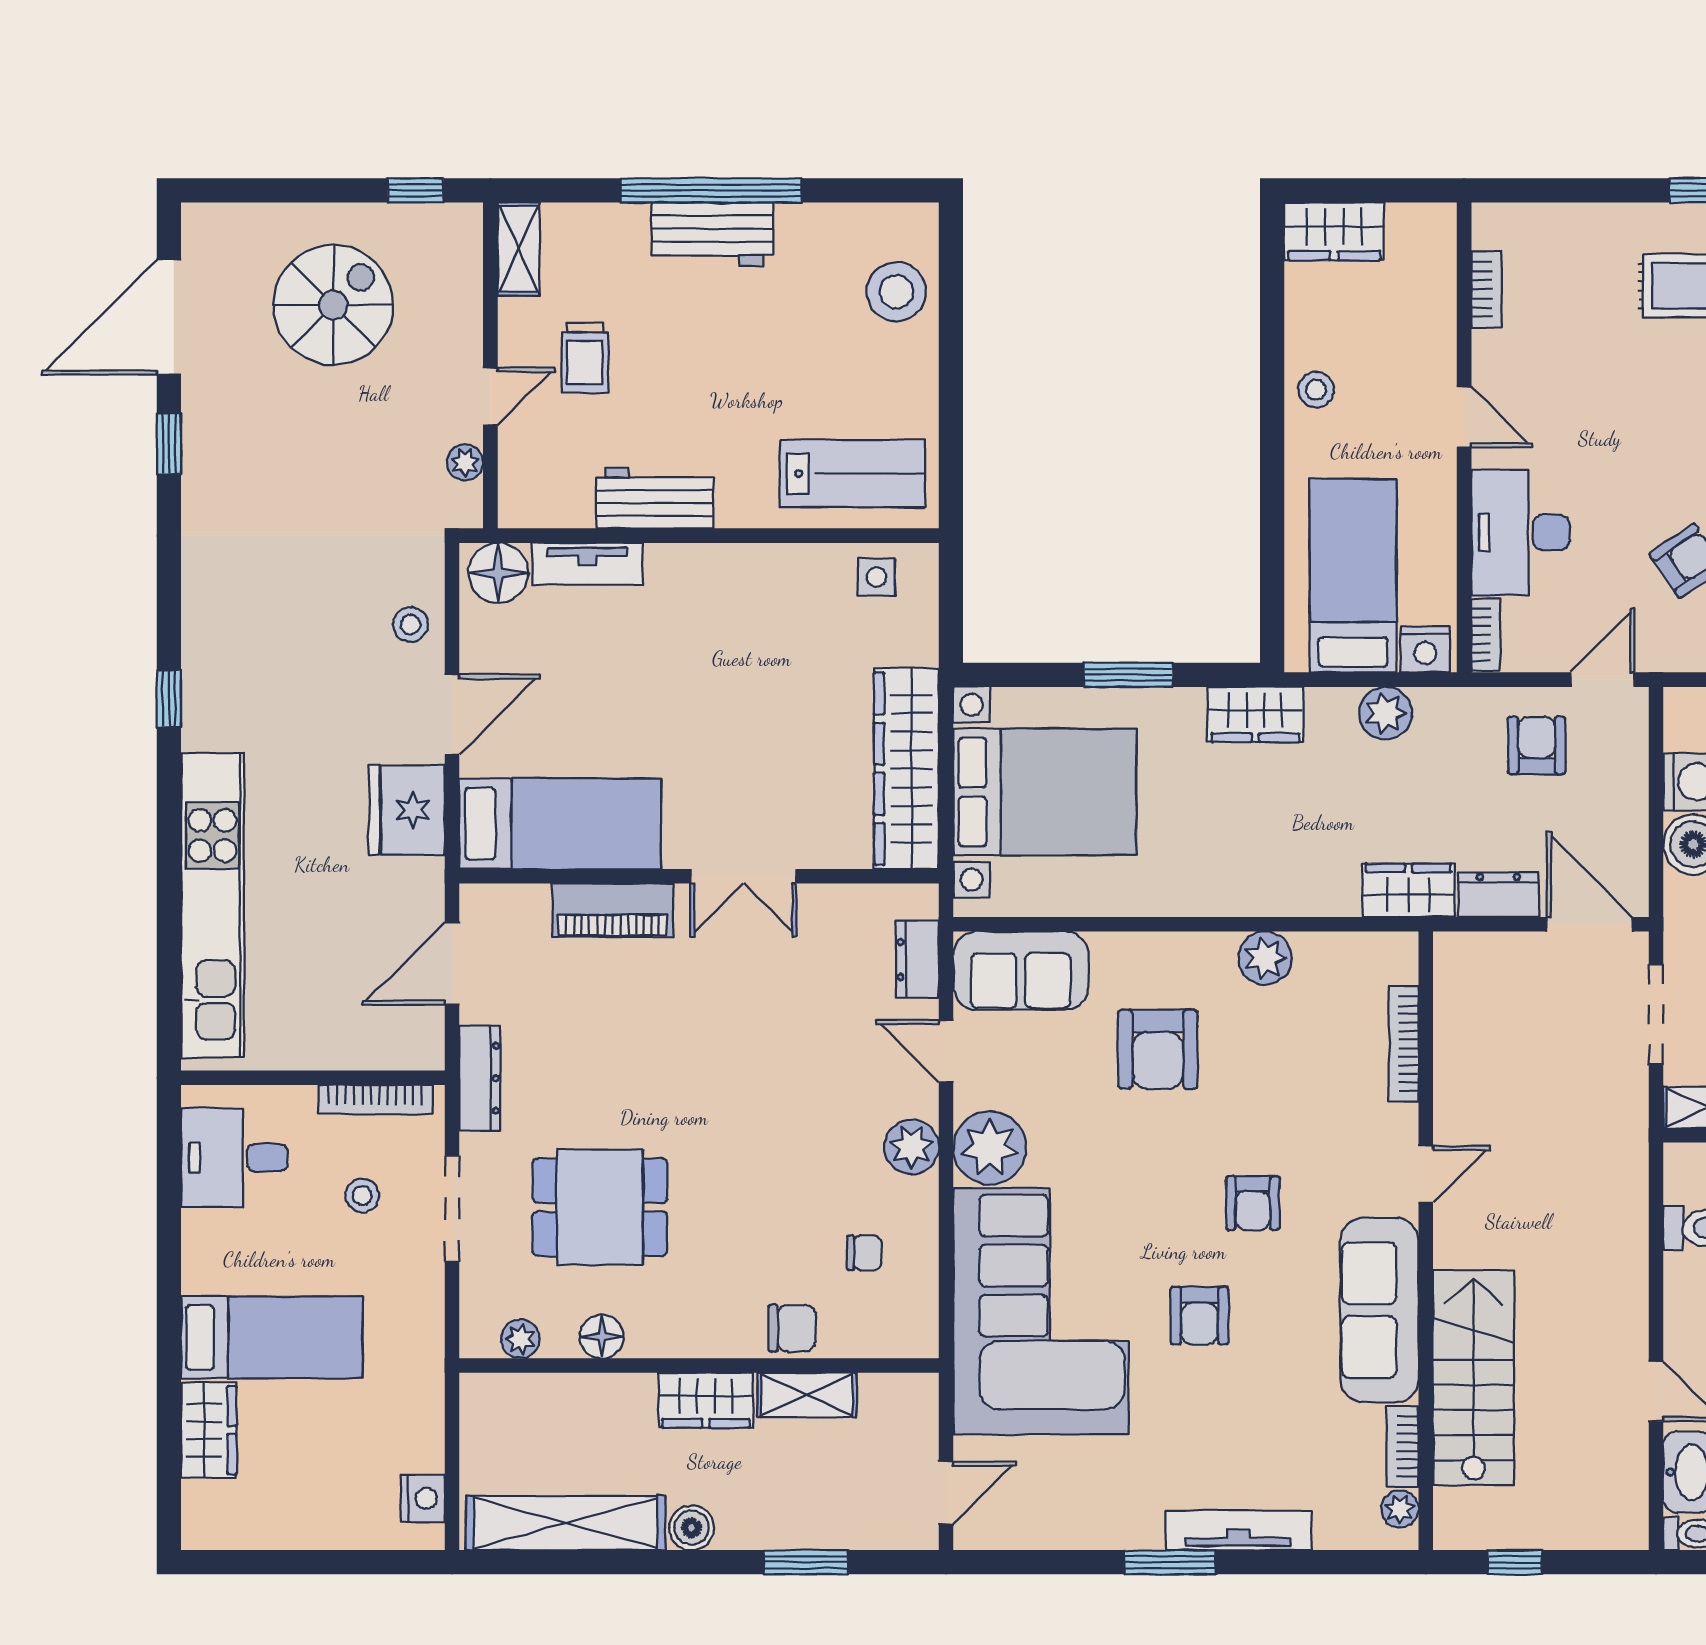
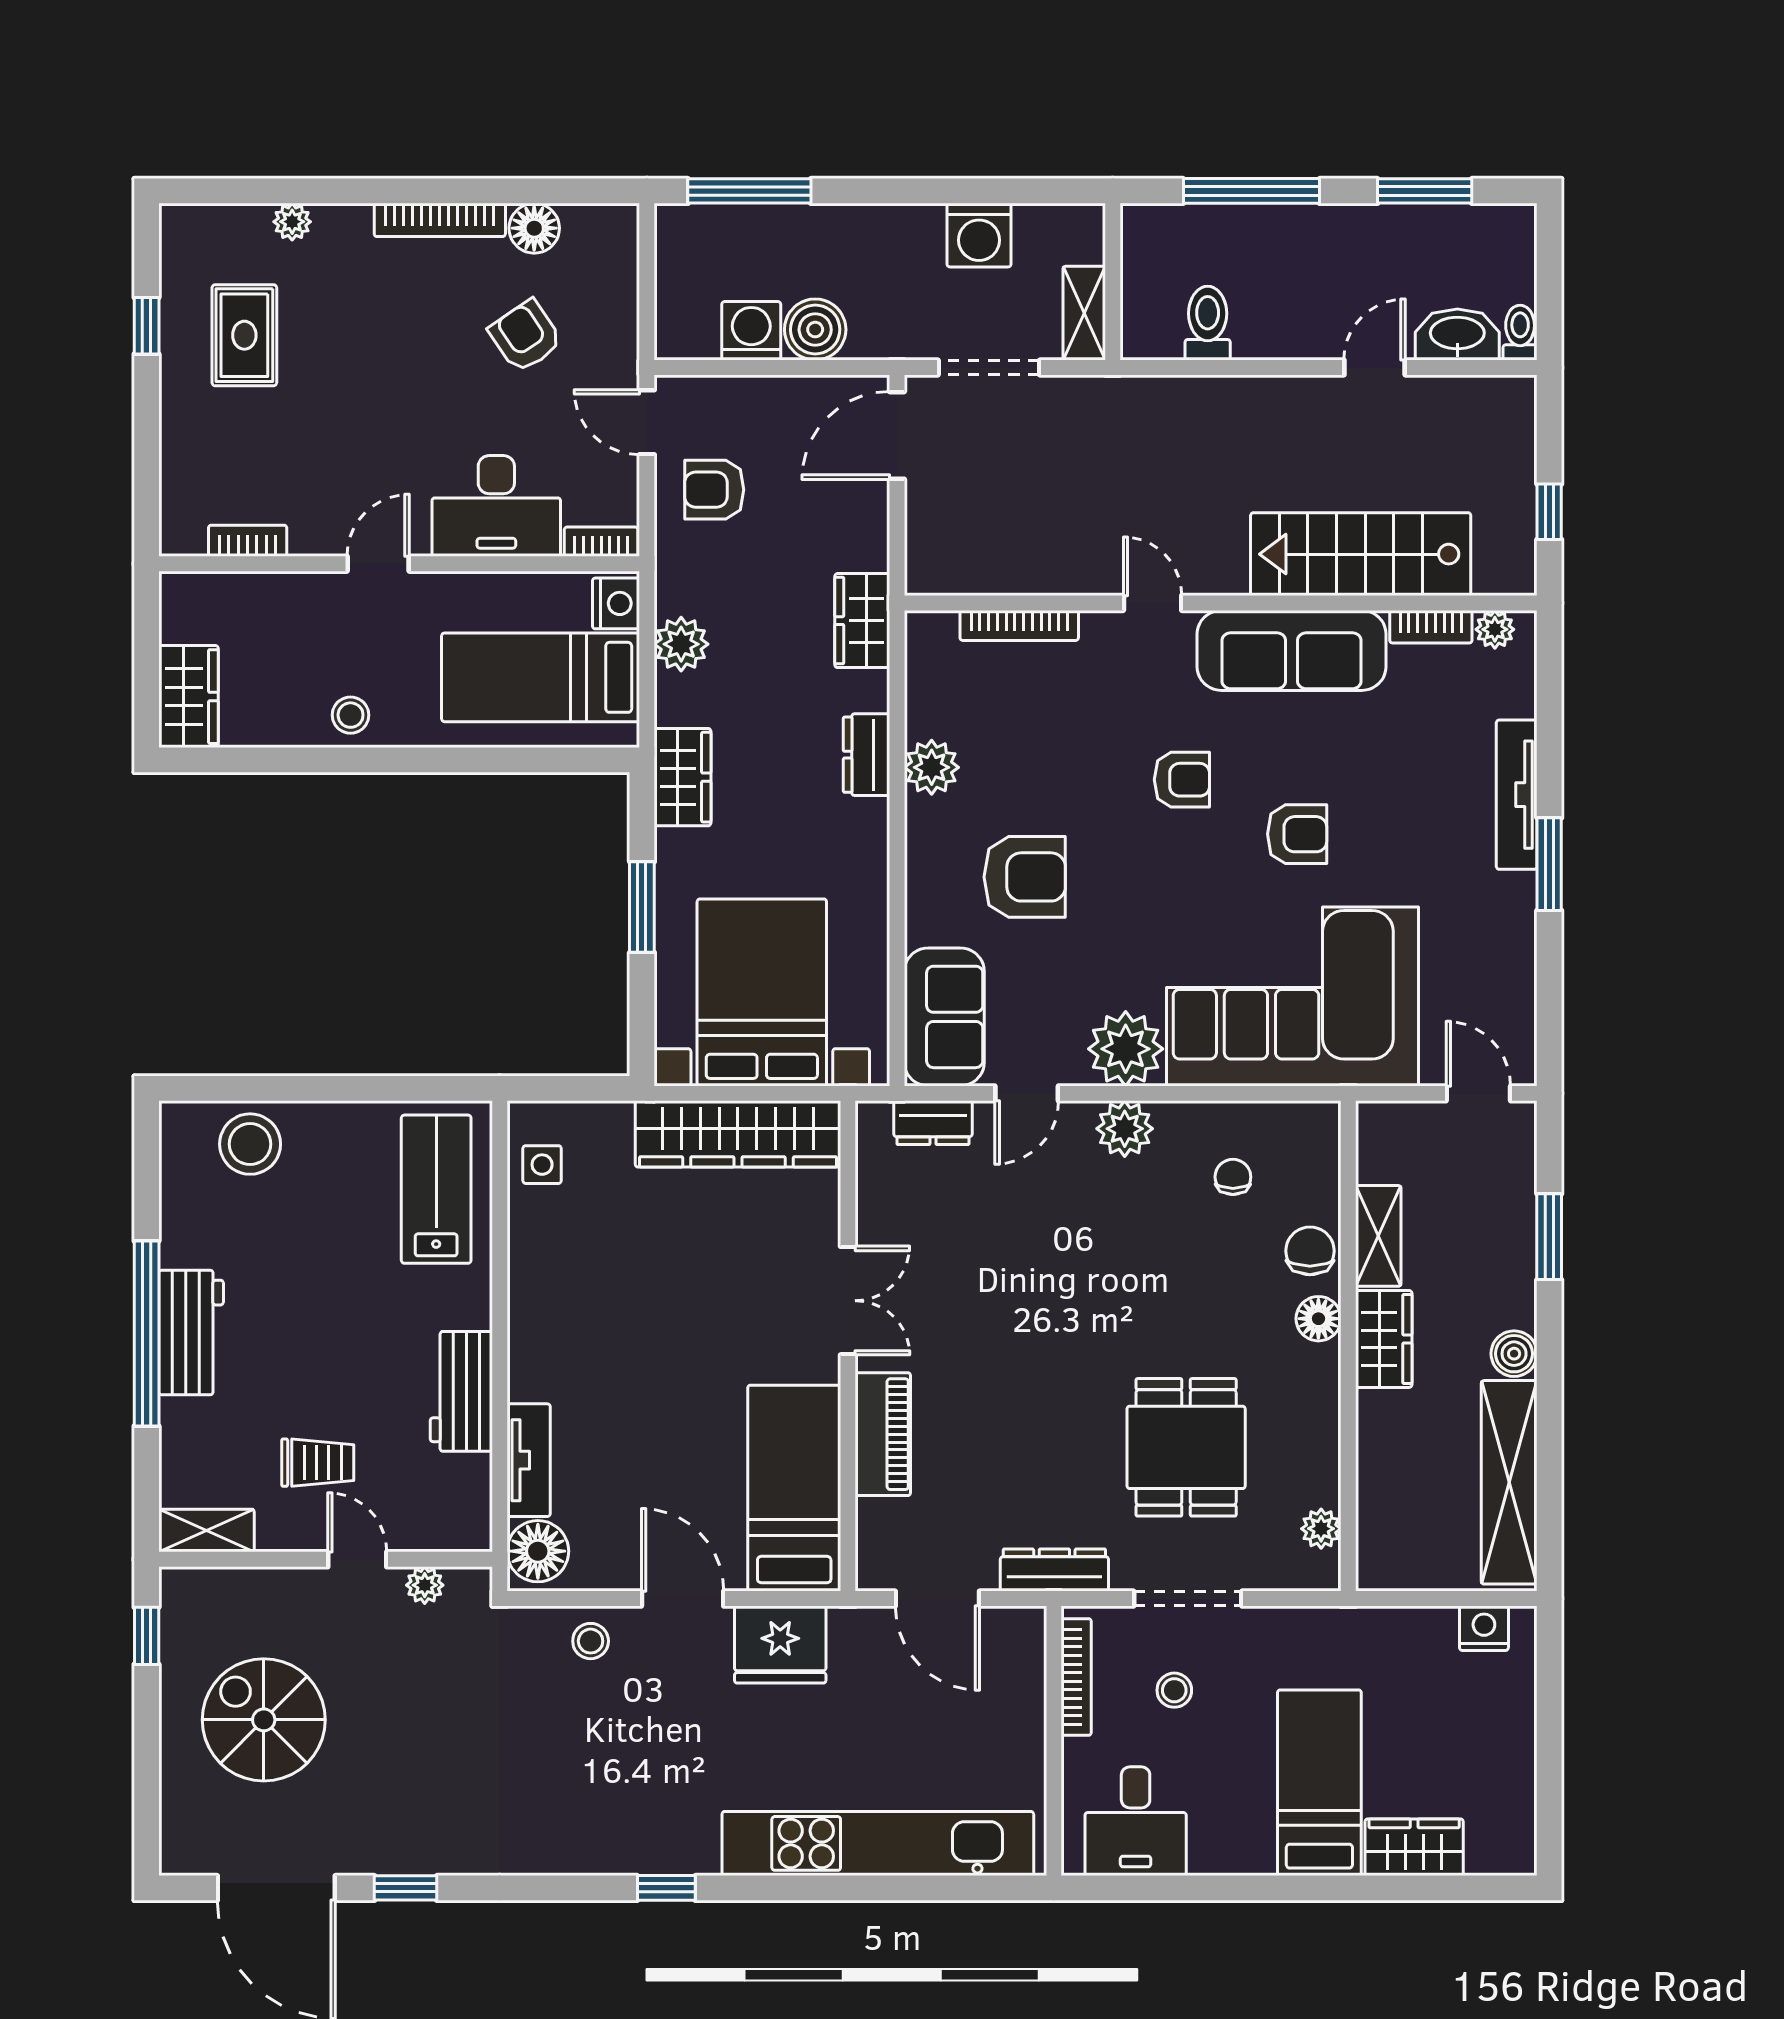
dresser: (1499, 894) -> (867, 755), moved
floor lamp: (602, 1337) -> (1318, 1319), moved

